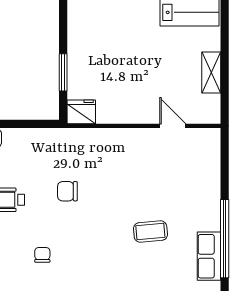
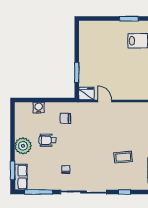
door: (173, 126) -> (105, 101), moved
chair: (67, 191) -> (65, 118), moved

